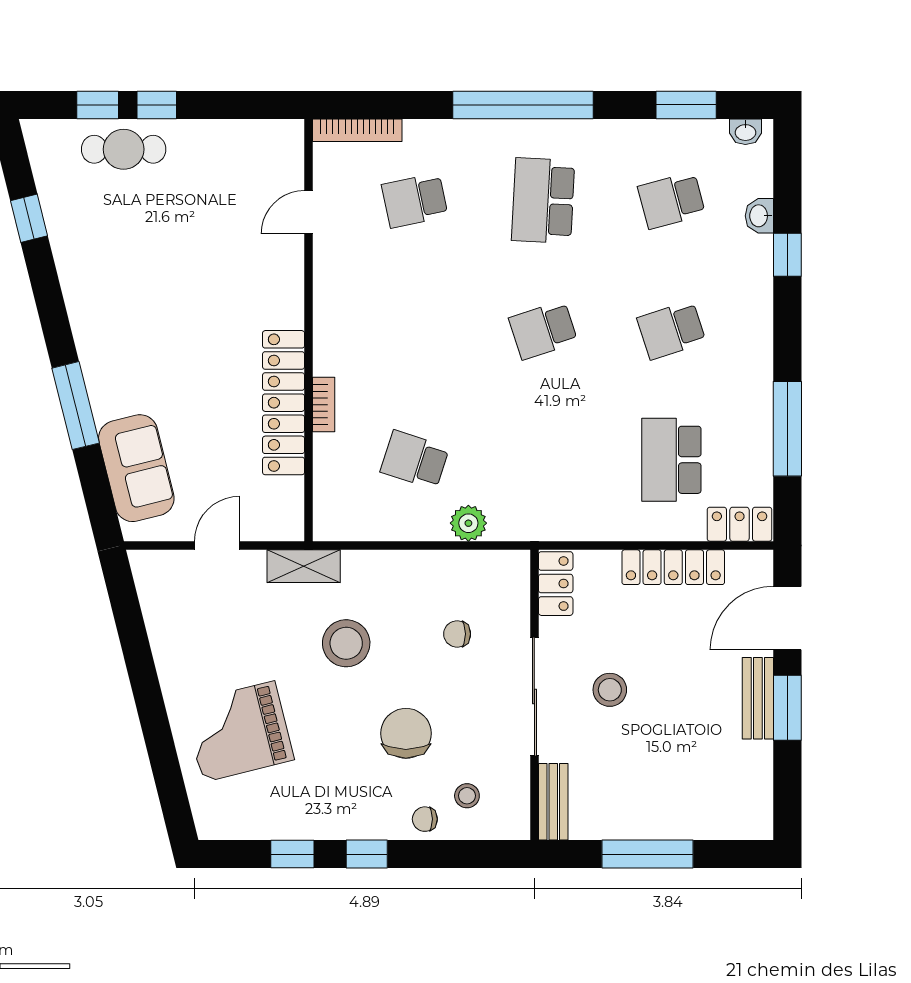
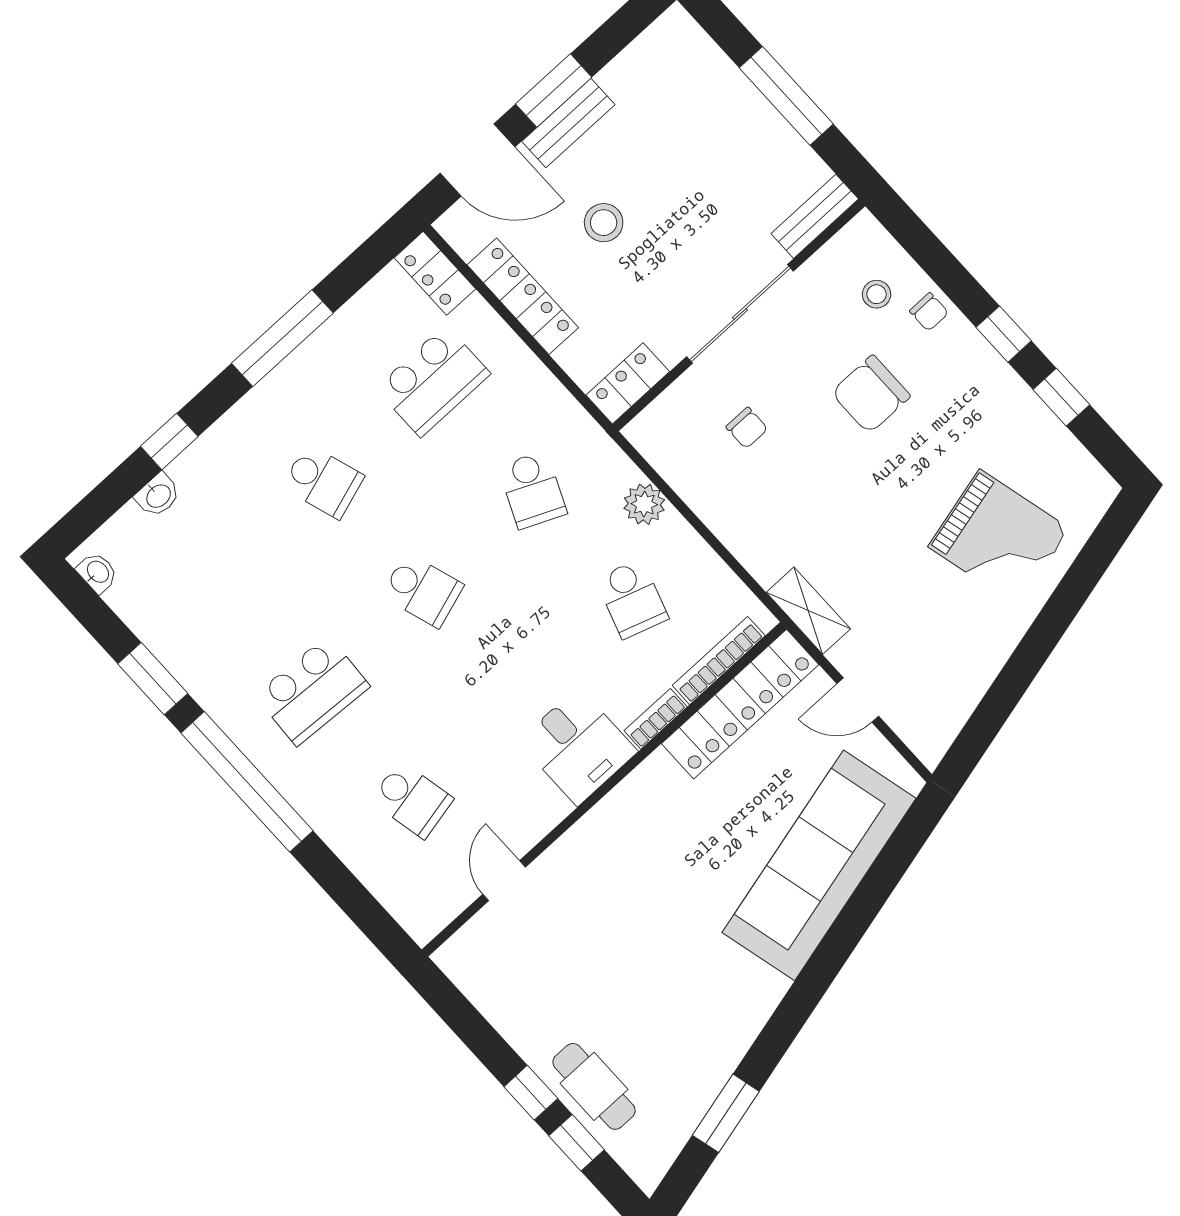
window: (686, 105) -> (153, 679), moved
bookcase: (357, 130) -> (719, 661), moved, turned -90
school desk: (671, 200) -> (532, 490), moved, turned 39
door: (309, 212) -> (504, 881), swing flipped
window: (29, 218) -> (726, 1113), width x1.50
desk: (352, 338) -> (578, 746), added
locker: (284, 403) -> (740, 704), moved
window: (76, 406) -> (849, 929), removed
window: (787, 429) -> (282, 338), moved
sofa: (136, 468) -> (819, 865), width x1.85, depth x1.27
stool: (346, 643) -> (841, 515), removed
stool: (610, 690) -> (604, 223), moved

